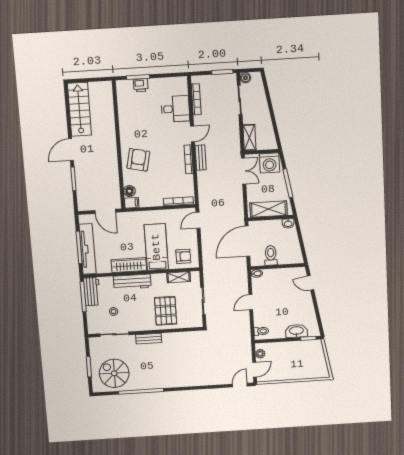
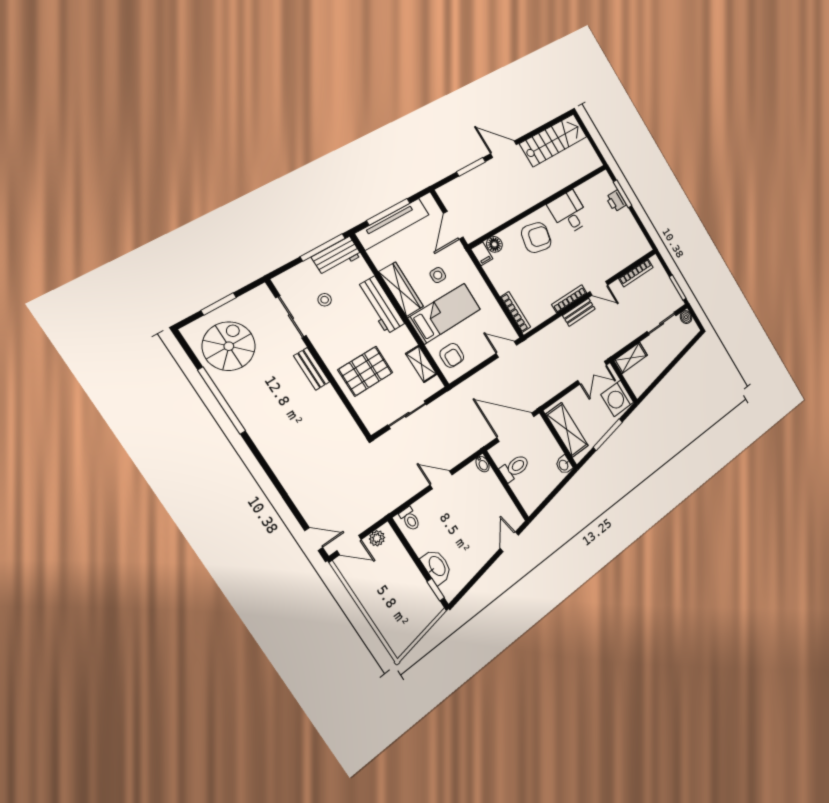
desk: (175, 109) -> (569, 213), moved, turned 180
side table: (131, 238) -> (438, 275), added

